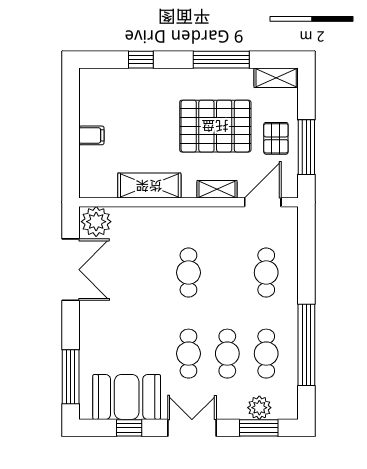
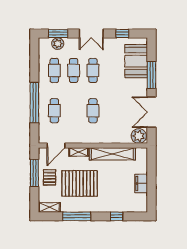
filing cabinet: (91, 135) -> (141, 183), width x2.00
shelving: (149, 186) -> (112, 154), width x1.47
window: (306, 345) -> (34, 103), moved
window: (71, 377) -> (151, 75), moved
booth: (127, 397) -> (136, 61), moved, turned 90

